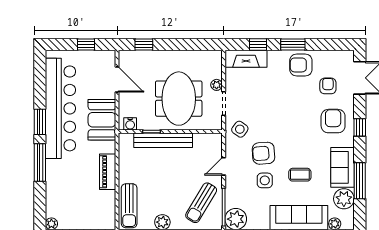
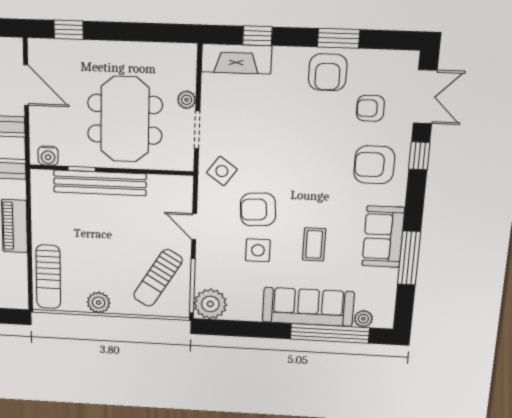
window: (293, 45) -> (339, 38), moved
armchair: (301, 65) -> (328, 72), turned -90
armchair: (328, 86) -> (370, 108), turned -90
armchair: (333, 121) -> (374, 165), turned -90
window: (360, 127) -> (419, 156), moved
door: (224, 166) -> (194, 226), hinge flipped
coffee table: (300, 175) -> (314, 244), turned 90
plant: (344, 199) -> (381, 283), removed

